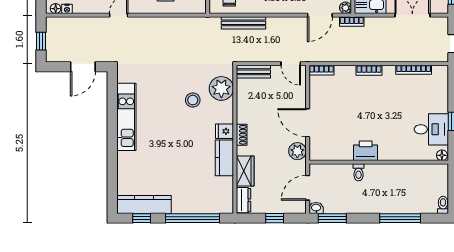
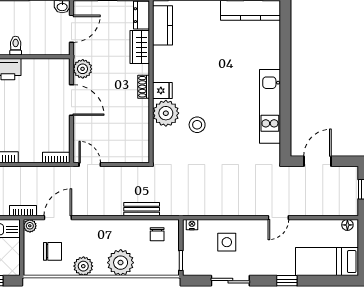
nightstand: (67, 9) -> (192, 225), moved
bench: (243, 23) -> (142, 209), width x0.73
bench: (253, 72) -> (131, 156), removed
plant: (221, 88) -> (166, 113), moved
kitchen counter: (224, 158) -> (163, 25), moved

